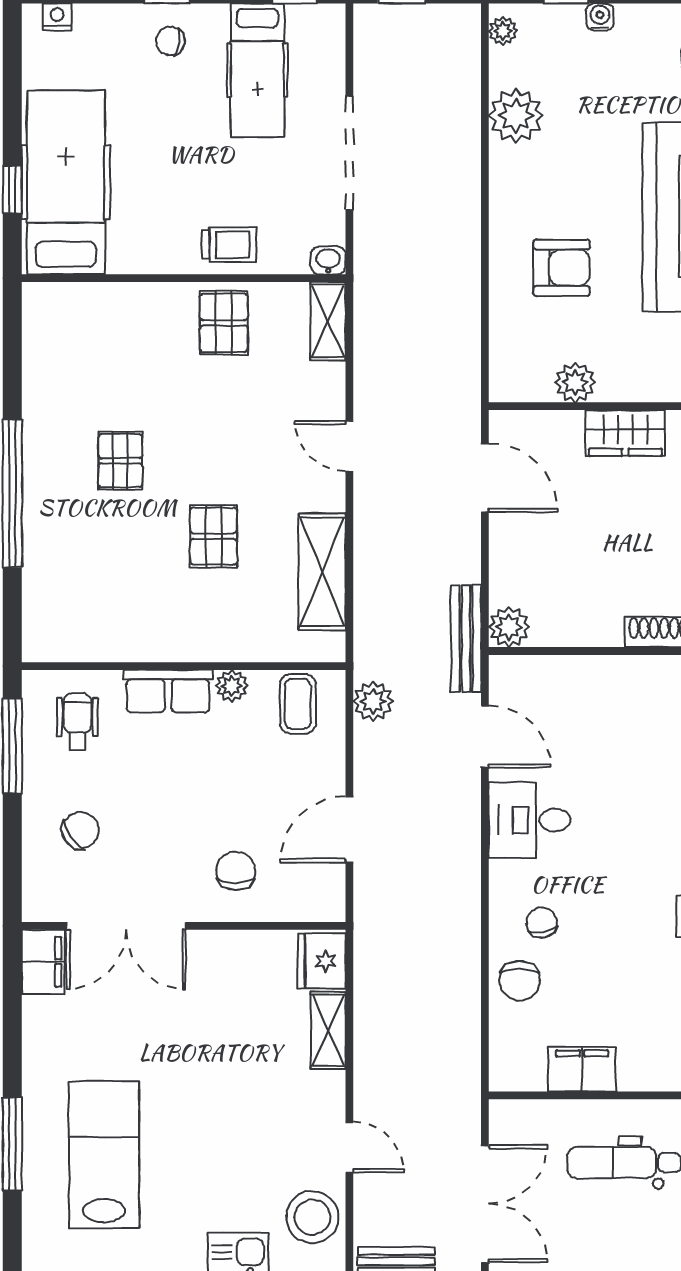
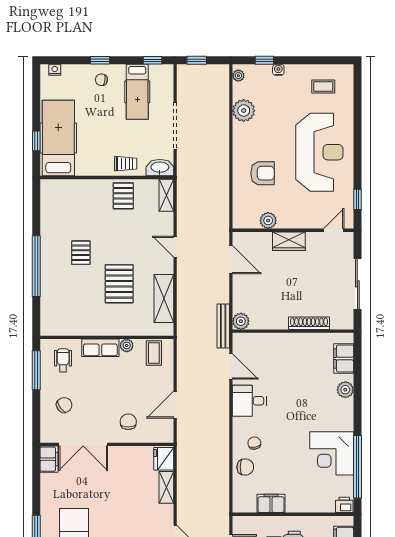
washbasin: (328, 260) -> (160, 168), width x1.91, depth x1.45
pallet: (214, 536) -> (119, 284), width x1.50, depth x1.42
plant: (373, 701) -> (185, 352), removed
chair: (520, 981) -> (245, 467), turned -90

